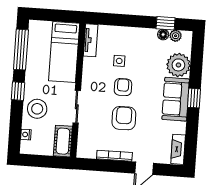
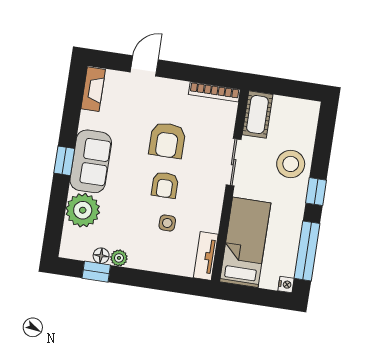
plant: (176, 36) -> (119, 258), moved
nightstand: (26, 135) -> (286, 284), moved
bookcase: (114, 156) -> (214, 92), moved

